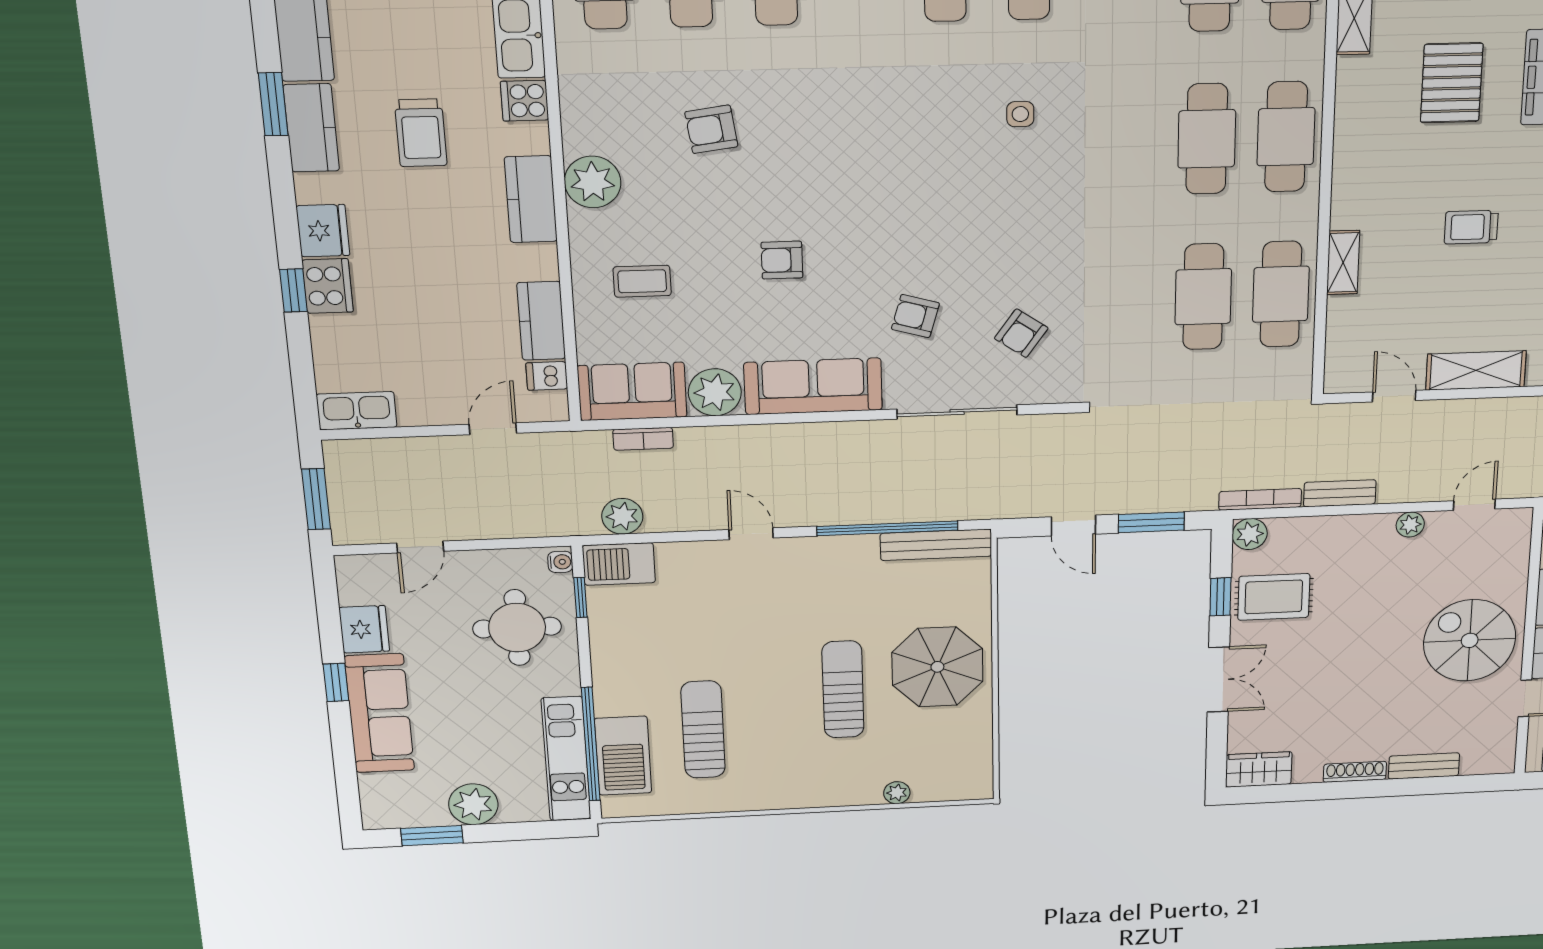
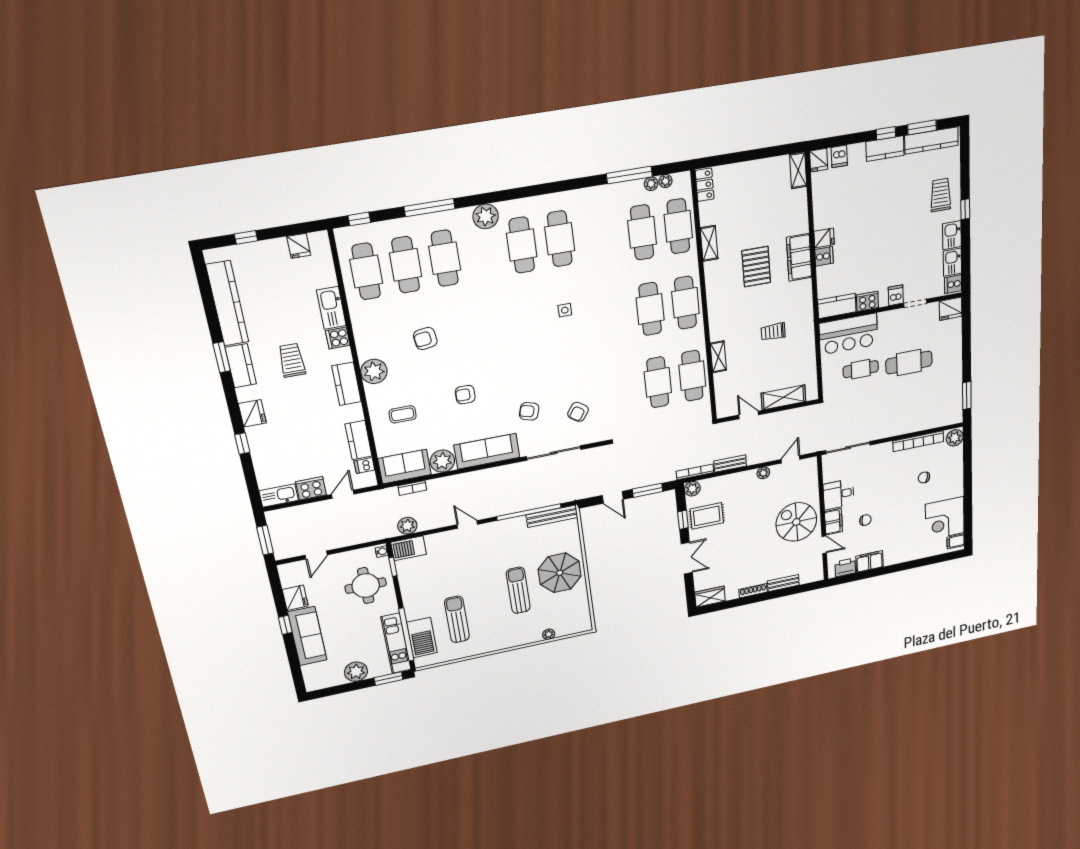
trolley: (421, 133) -> (292, 360), turned 180
cooker: (328, 286) -> (311, 488), moved, turned -90
window: (432, 836) -> (388, 679), moved

